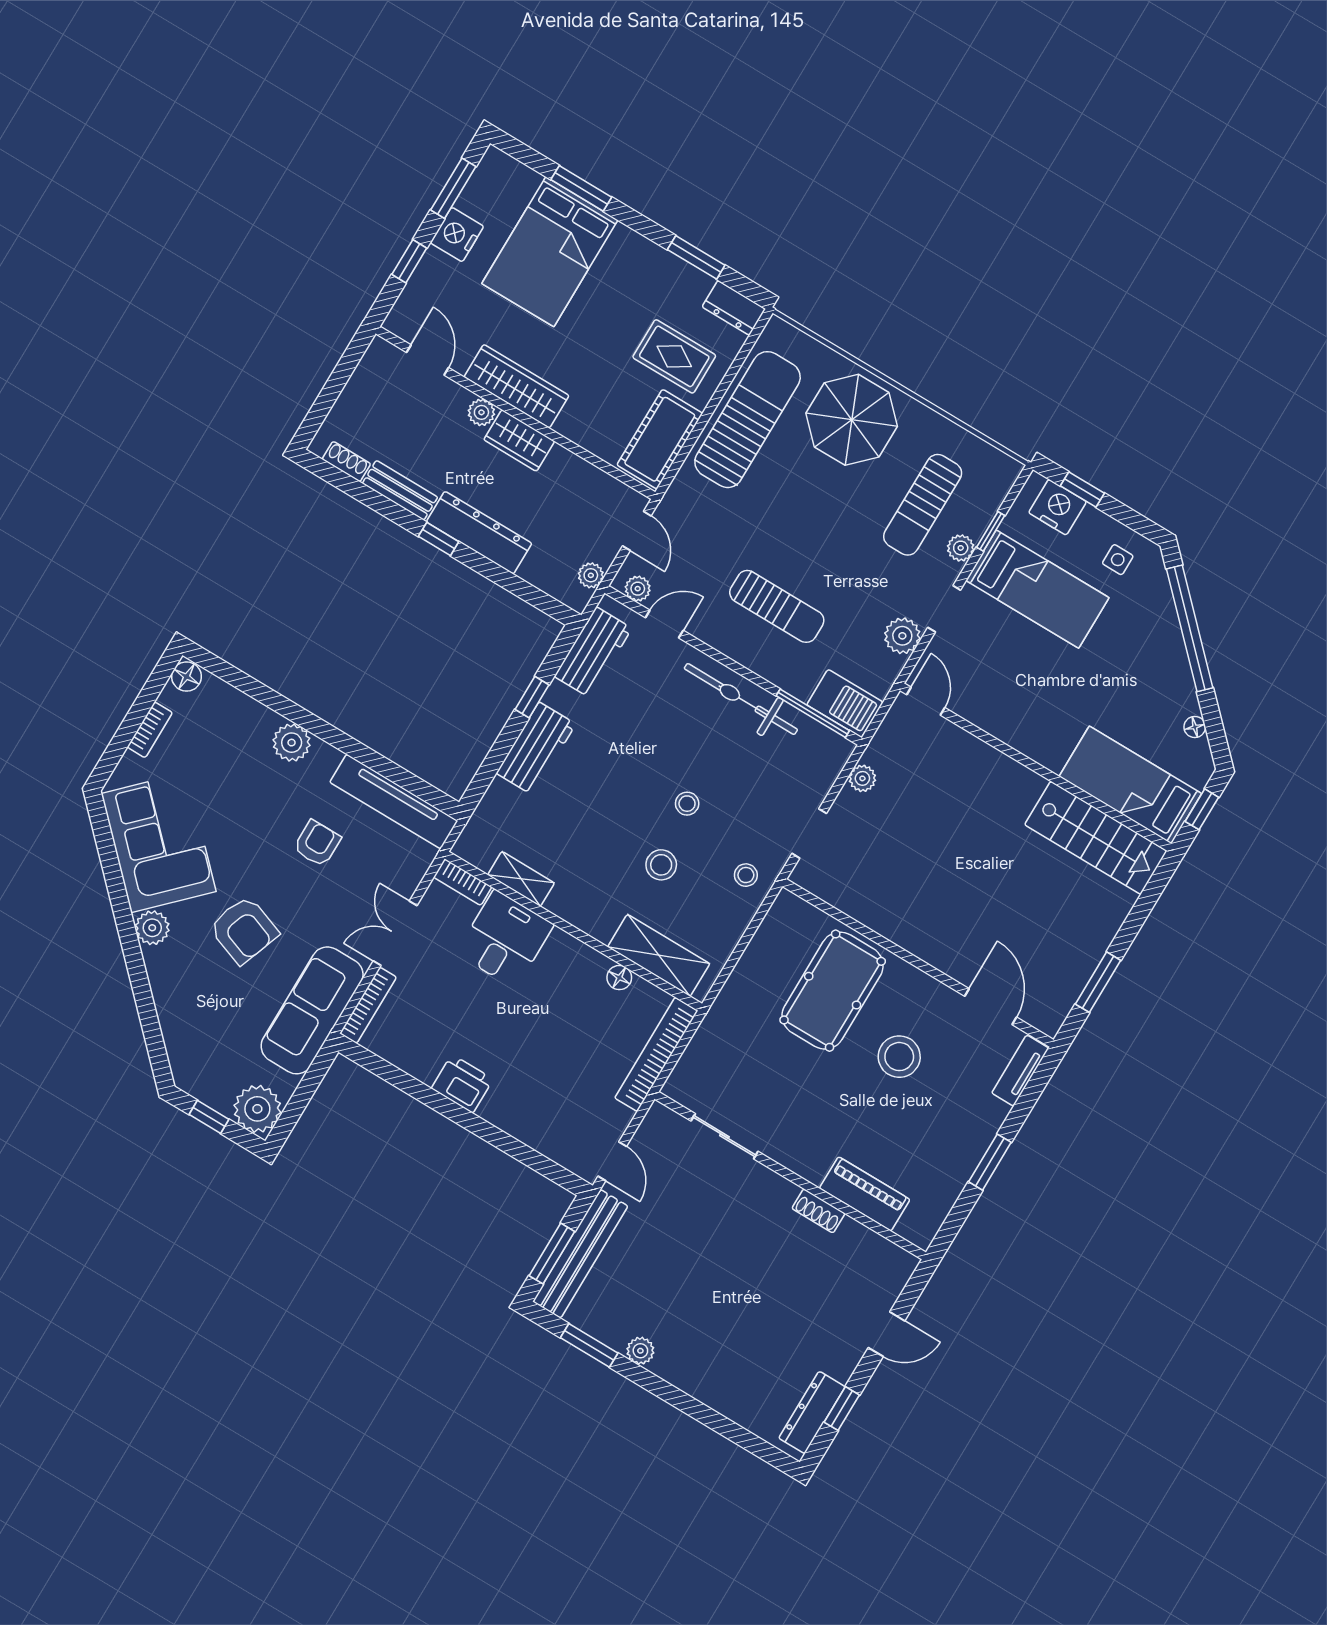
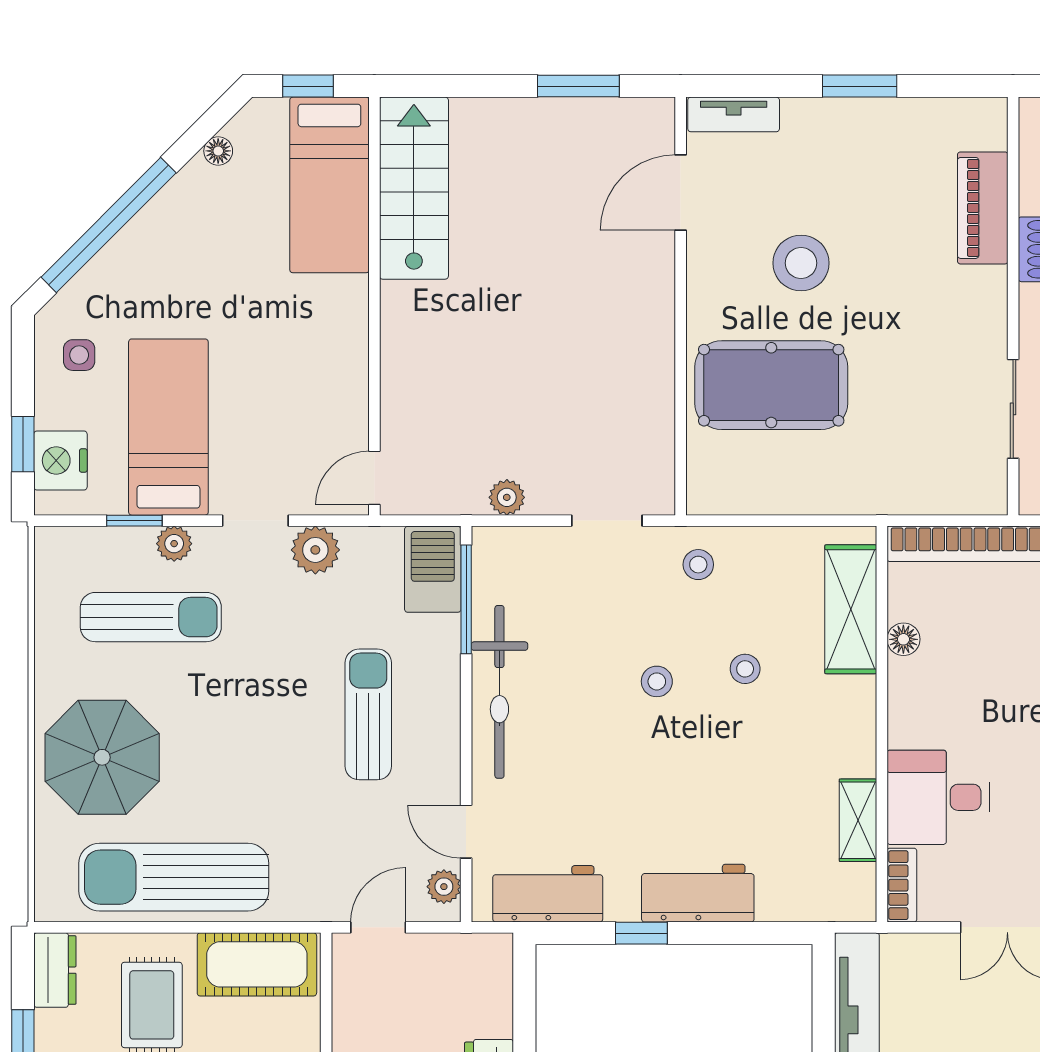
plant: (591, 575) -> (461, 950), removed
stool: (661, 865) -> (745, 669), width x0.73, depth x0.73

